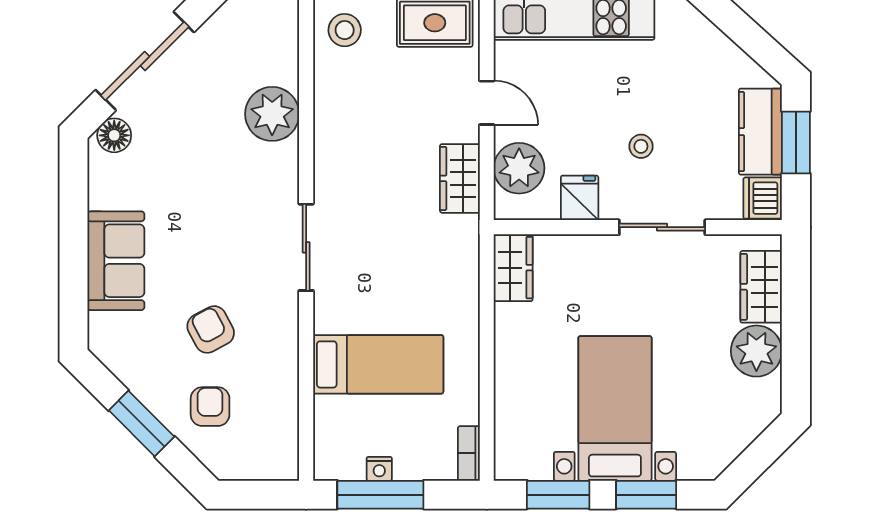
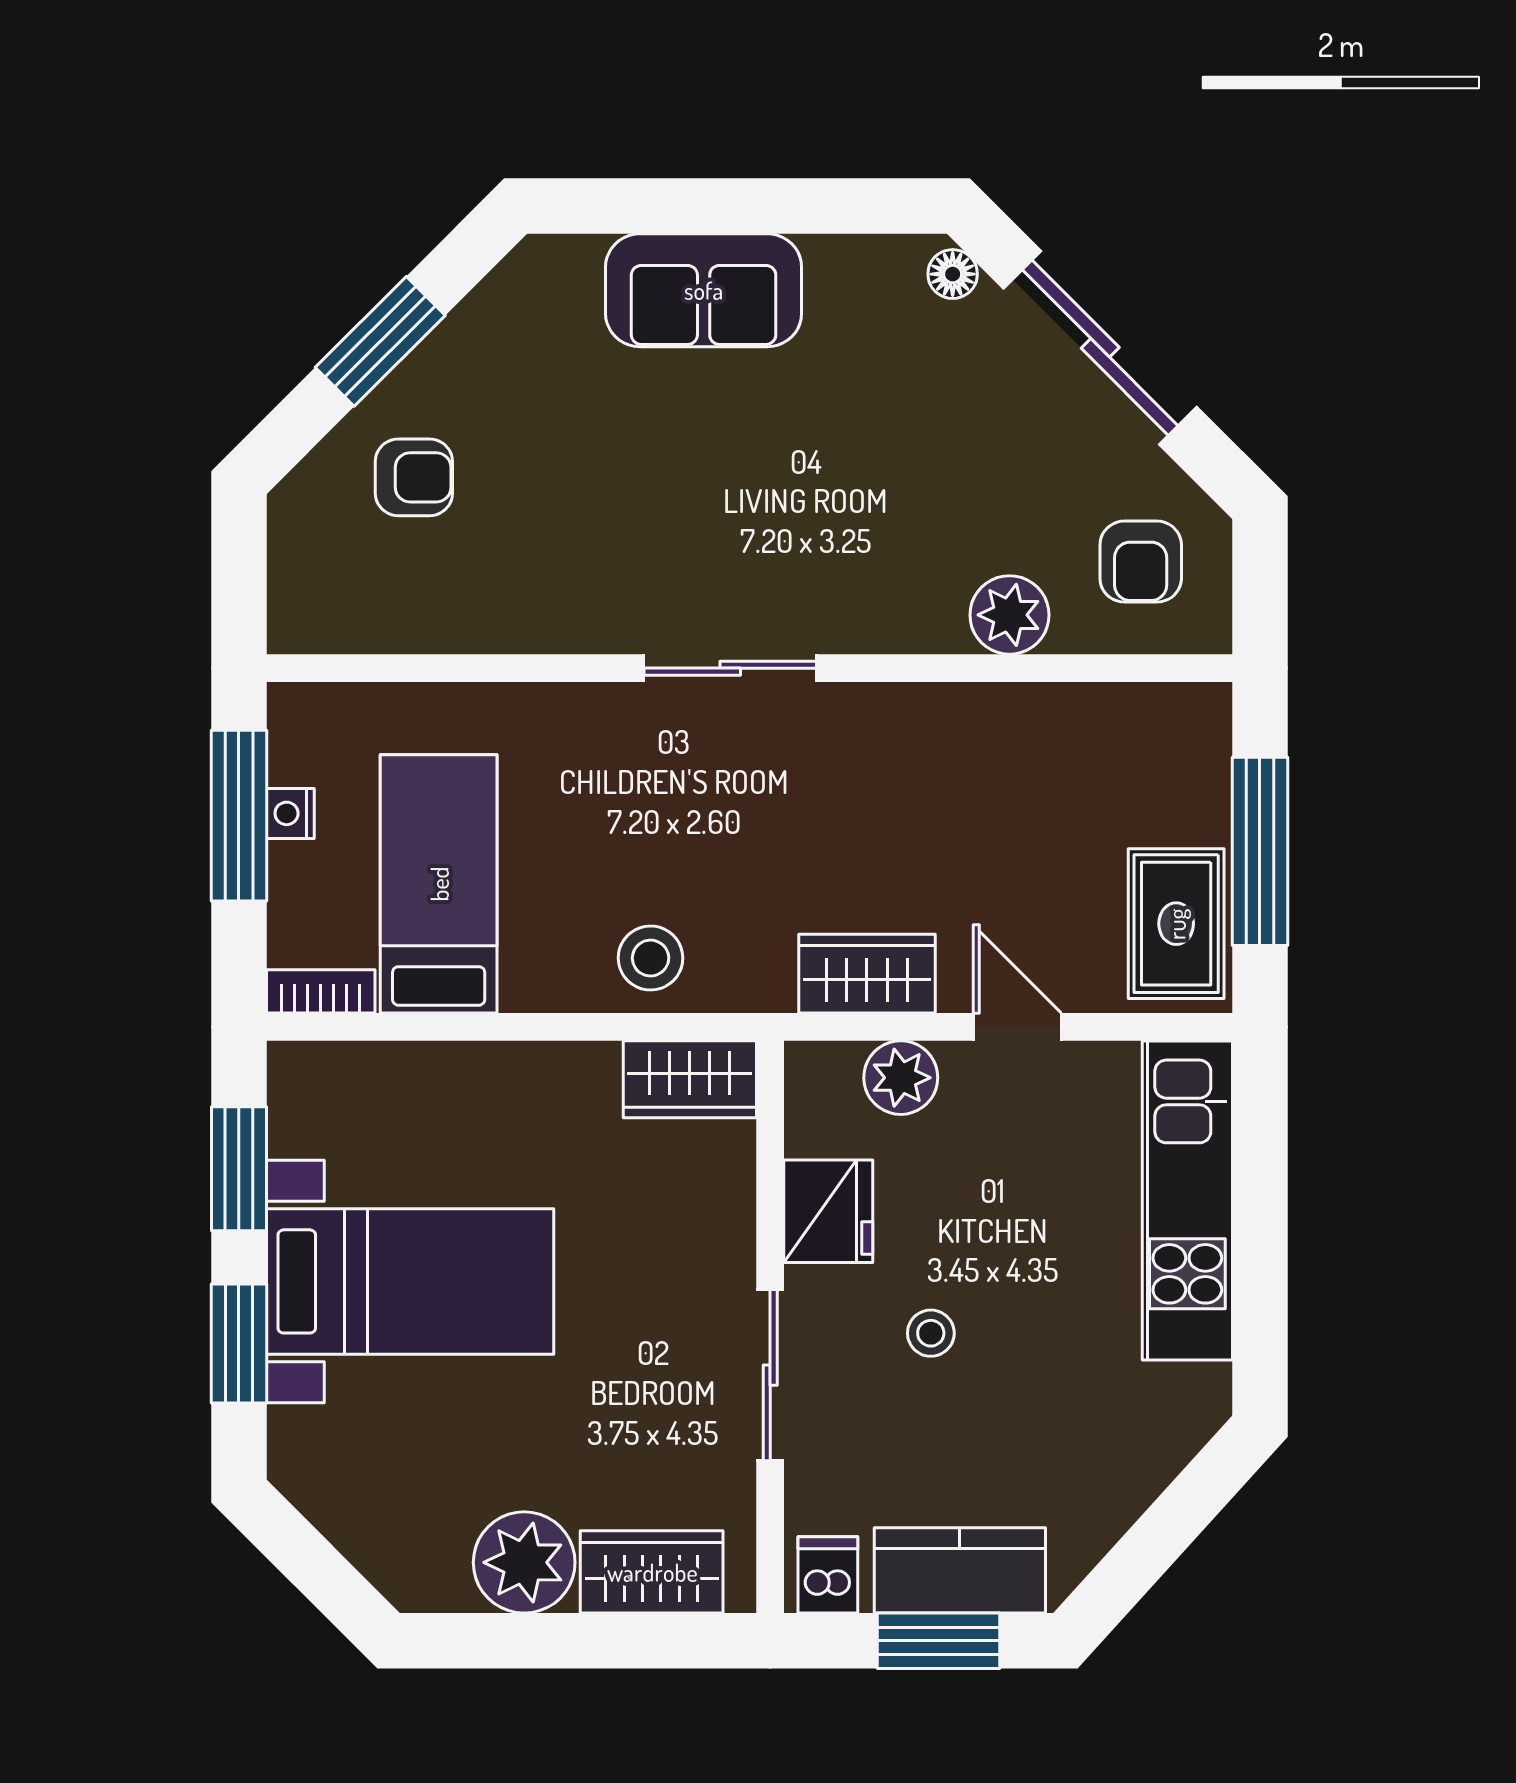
stool: (345, 30) -> (651, 958), moved
door: (487, 103) -> (1017, 1027), swing flipped
plant: (272, 114) -> (1009, 615), width x0.73, depth x0.73
floor lamp: (114, 135) -> (953, 274), width x0.73, depth x0.73
plant: (519, 168) -> (901, 1078), width x0.73, depth x0.73
fridge: (580, 198) -> (828, 1211), width x1.38
dishwasher: (763, 198) -> (828, 1575), width x0.73
armchair: (211, 329) -> (1141, 562), moved, turned 118
bed: (378, 364) -> (439, 884), moved, turned 180

